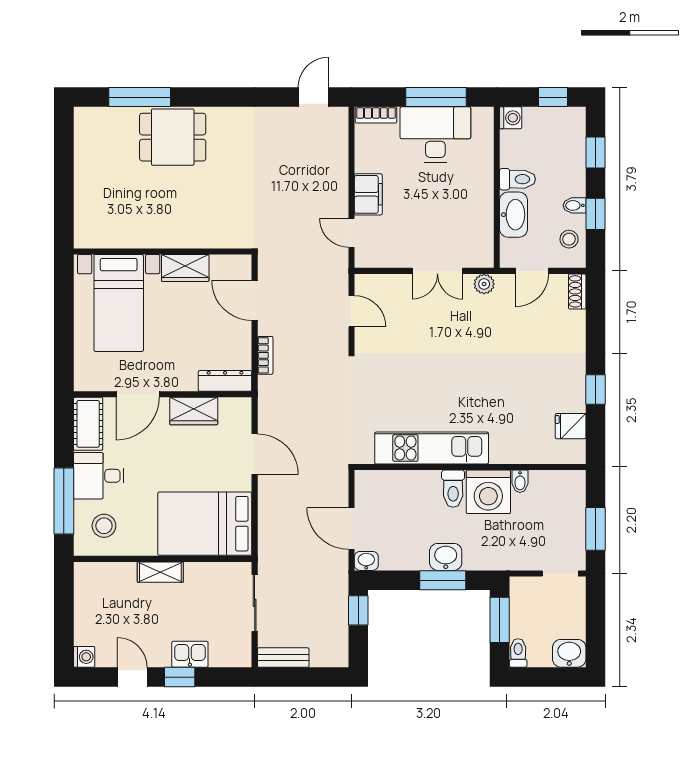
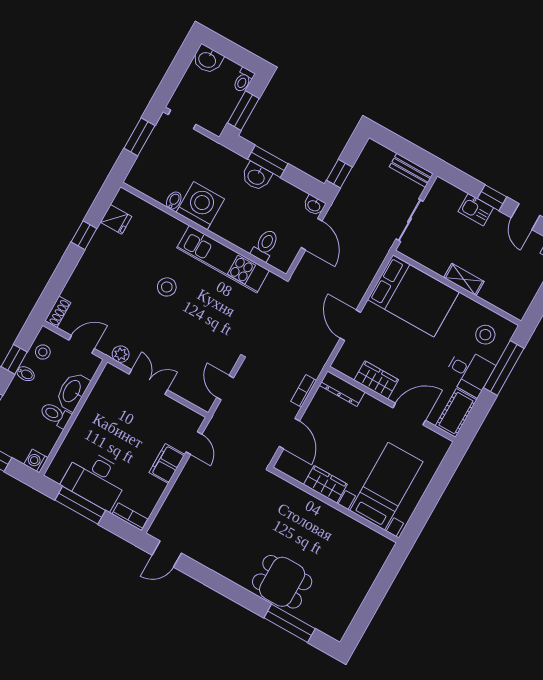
stool: (475, 384) -> (167, 287), added
toilet: (453, 489) -> (265, 245), moved

